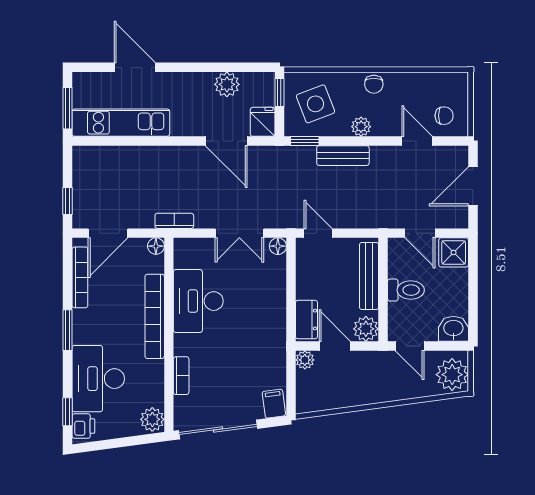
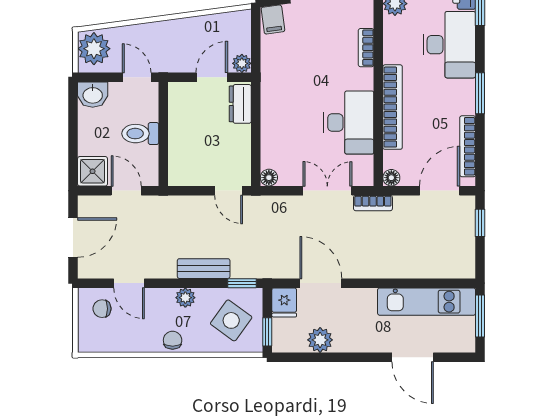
side table: (315, 104) -> (231, 320), turned -33
double door: (239, 233) -> (327, 191), moved
bench: (369, 276) -> (177, 148), removed
plant: (366, 329) -> (181, 95), removed
door: (335, 346) -> (212, 77), swing flipped

